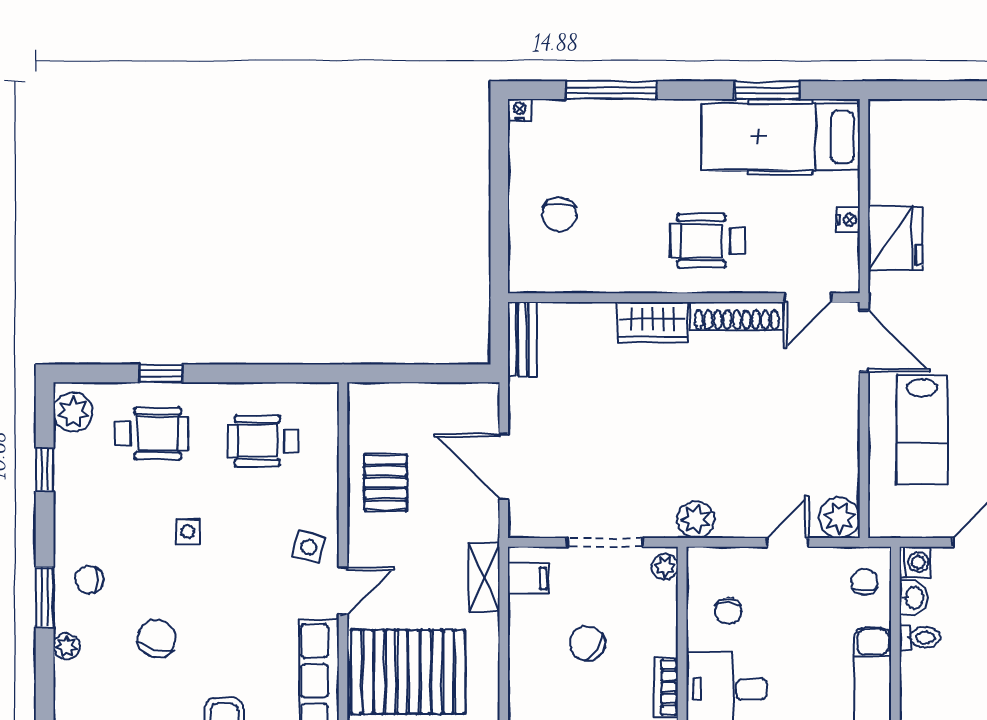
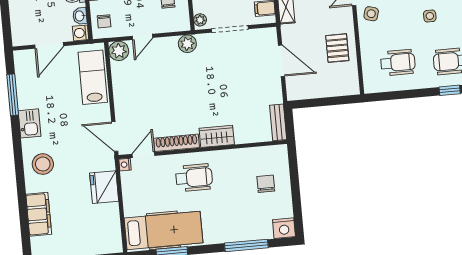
nightstand: (520, 110) -> (284, 228), width x1.89, depth x1.79
nightstand: (848, 220) -> (125, 165), moved
lab bench: (922, 430) -> (93, 77), moved

